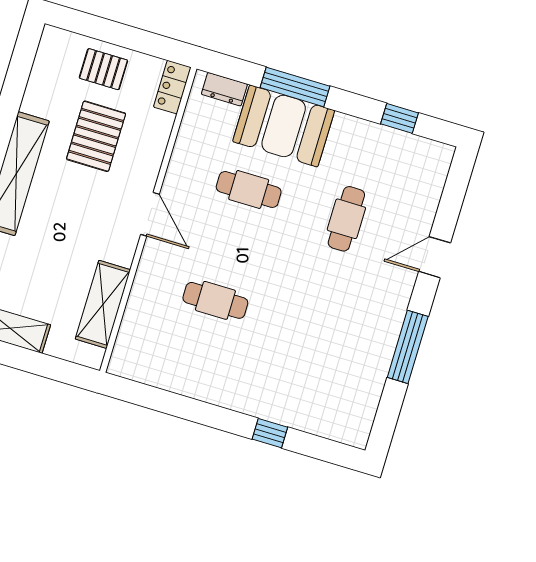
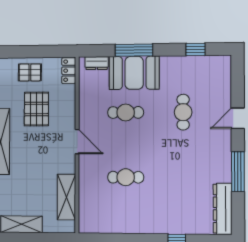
dresser: (363, 402) -> (223, 209), added

